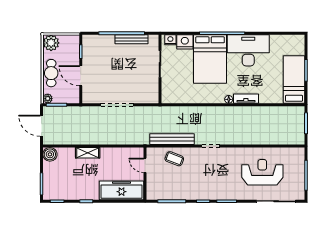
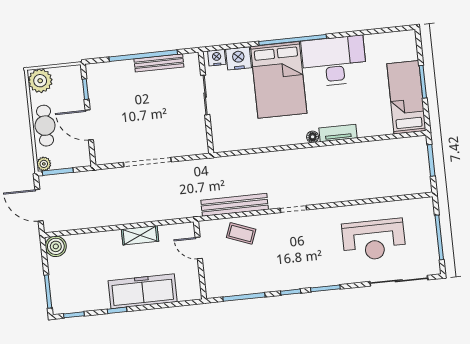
shelving: (88, 153) -> (140, 235), moved
reception desk: (262, 172) -> (374, 240), turned 180
freezer: (122, 190) -> (143, 291), moved

